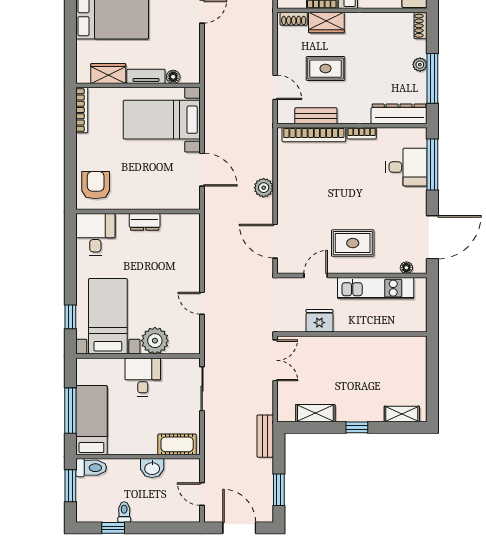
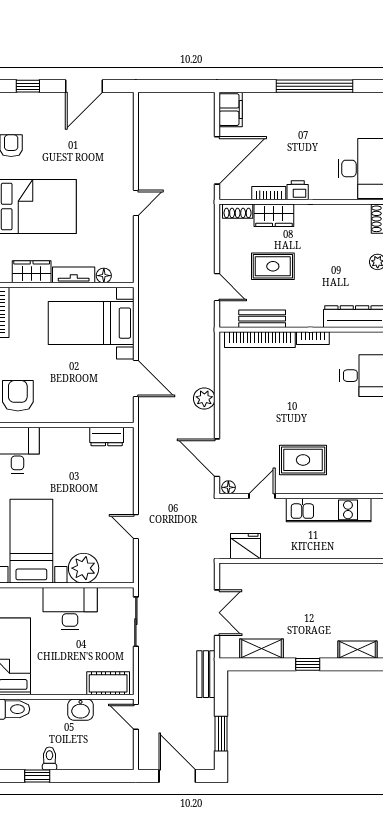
dresser: (145, 222) -> (107, 436), moved
floor lamp: (406, 268) -> (228, 487), moved
fridge: (319, 321) -> (246, 546), moved
double door: (275, 360) -> (217, 613), moved
desk: (143, 377) -> (70, 608), width x1.37
door: (202, 494) -> (136, 717), moved

